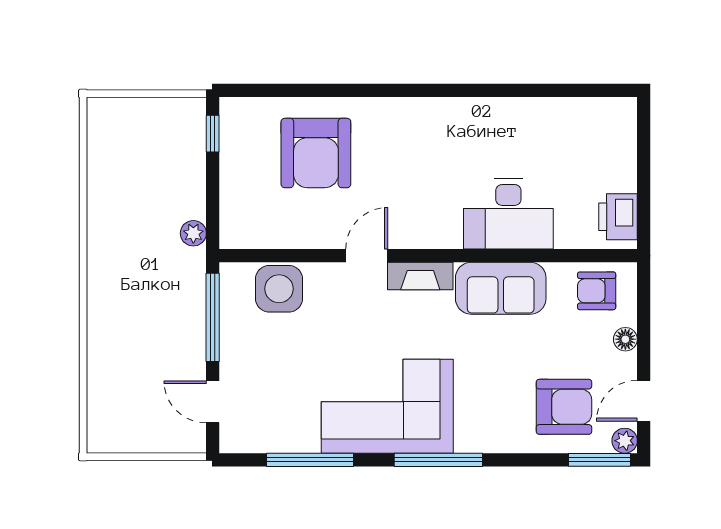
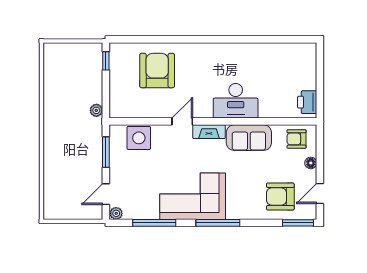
armchair: (316, 153) -> (157, 70), turned 180
desk: (508, 214) -> (236, 101), moved
window: (213, 317) -> (106, 152), width x0.69
door: (213, 402) -> (106, 194), hinge flipped
armchair: (564, 407) -> (280, 197), turned 180
plant: (625, 441) -> (116, 213), moved

